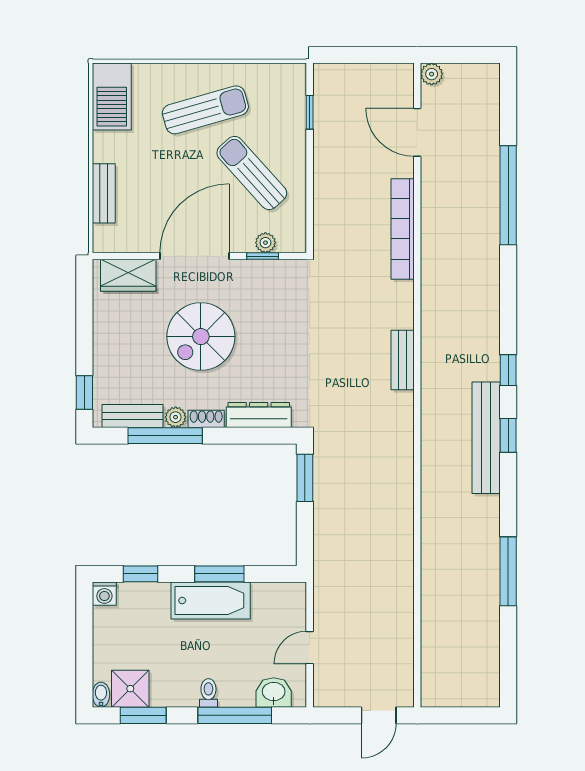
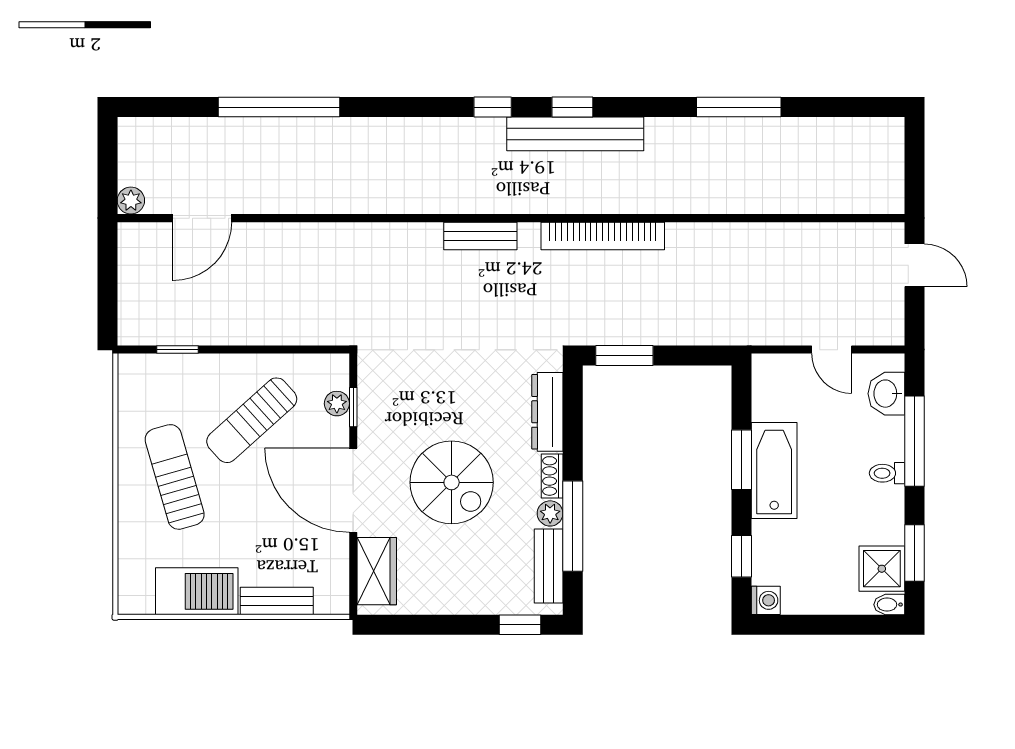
barbecue: (112, 97) -> (197, 591), moved
bookcase: (403, 229) -> (603, 236), moved

